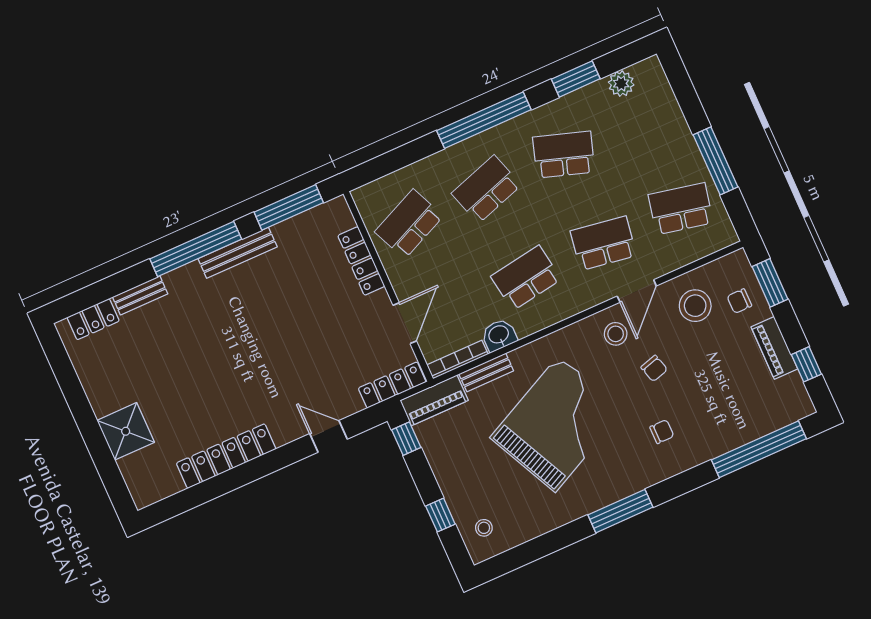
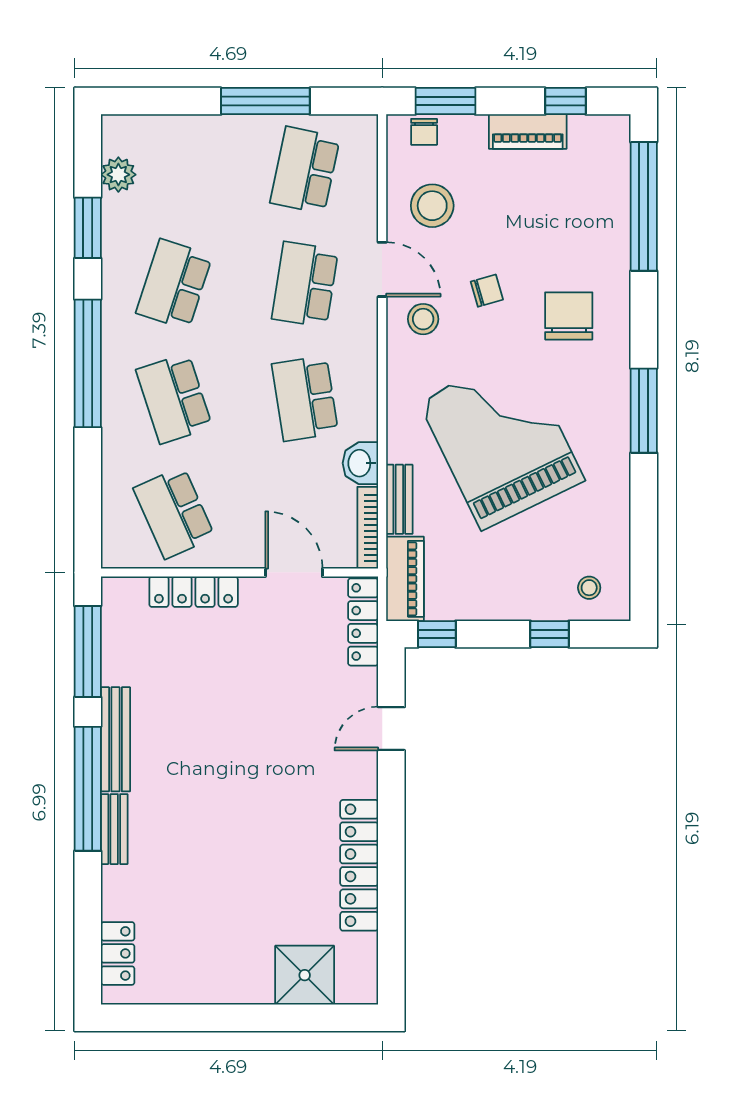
bench: (140, 295) -> (114, 829), moved
chair: (739, 301) -> (424, 132), moved
shower: (126, 431) -> (305, 975), moved
chair: (662, 432) -> (569, 316), width x1.87, depth x1.87

